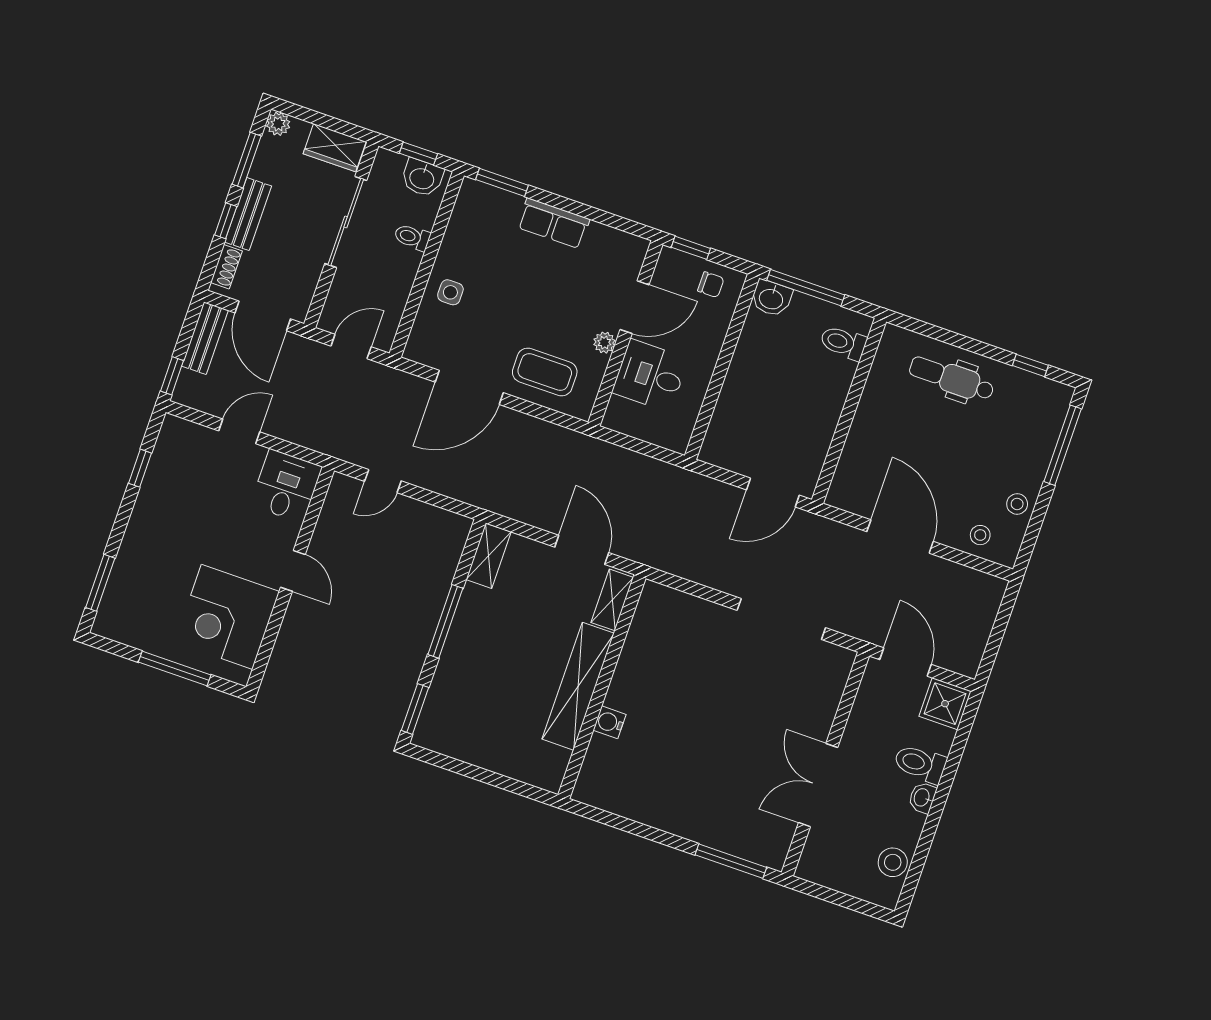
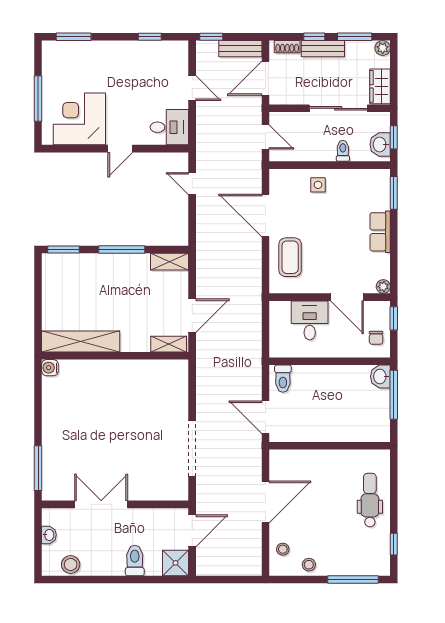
plant: (604, 343) -> (383, 287), moved
toilet: (843, 343) -> (283, 379), moved, turned 180
shelving: (578, 686) -> (81, 342), moved
water cooler: (610, 722) -> (50, 368), moved, turned -90
washbasin: (922, 798) -> (49, 535), moved, turned 90

